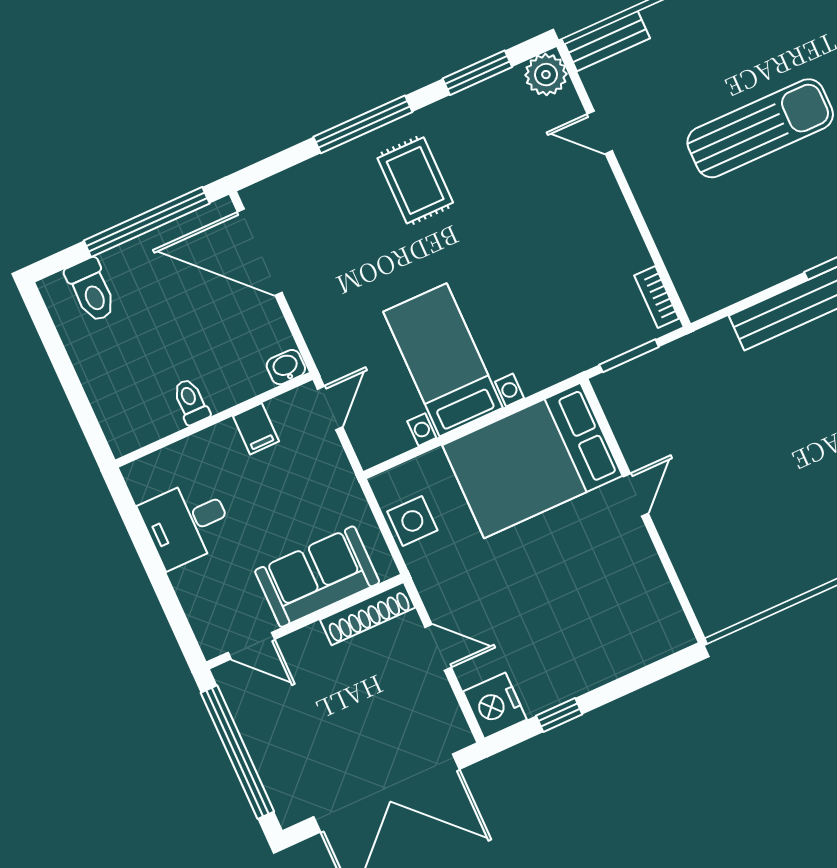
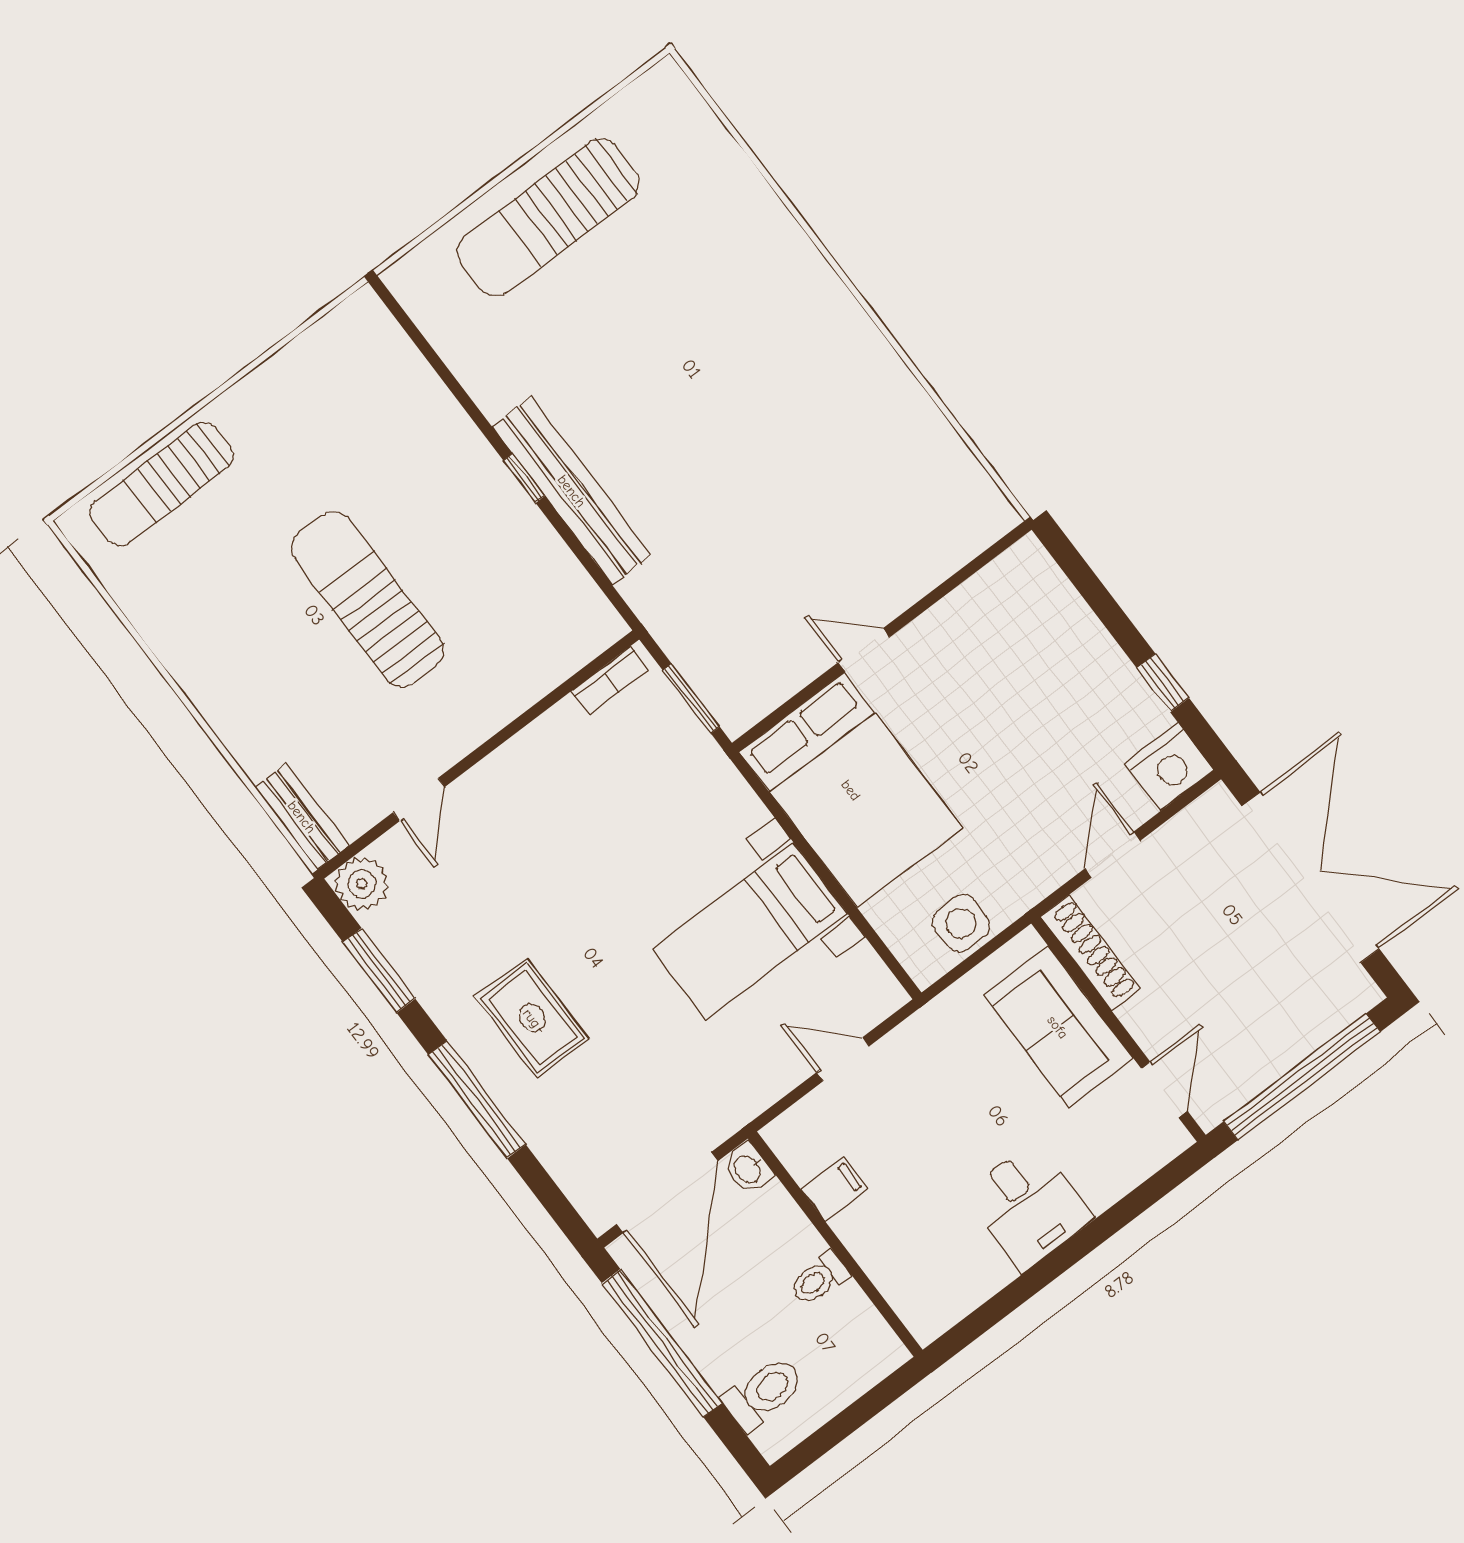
rug: (415, 180) -> (532, 1018), turned 90
washbasin: (286, 367) -> (748, 1169), moved
toilet: (191, 402) -> (819, 1278), moved
wall: (214, 420) -> (835, 1244), moved
filing cabinet: (256, 429) -> (834, 1189), moved

